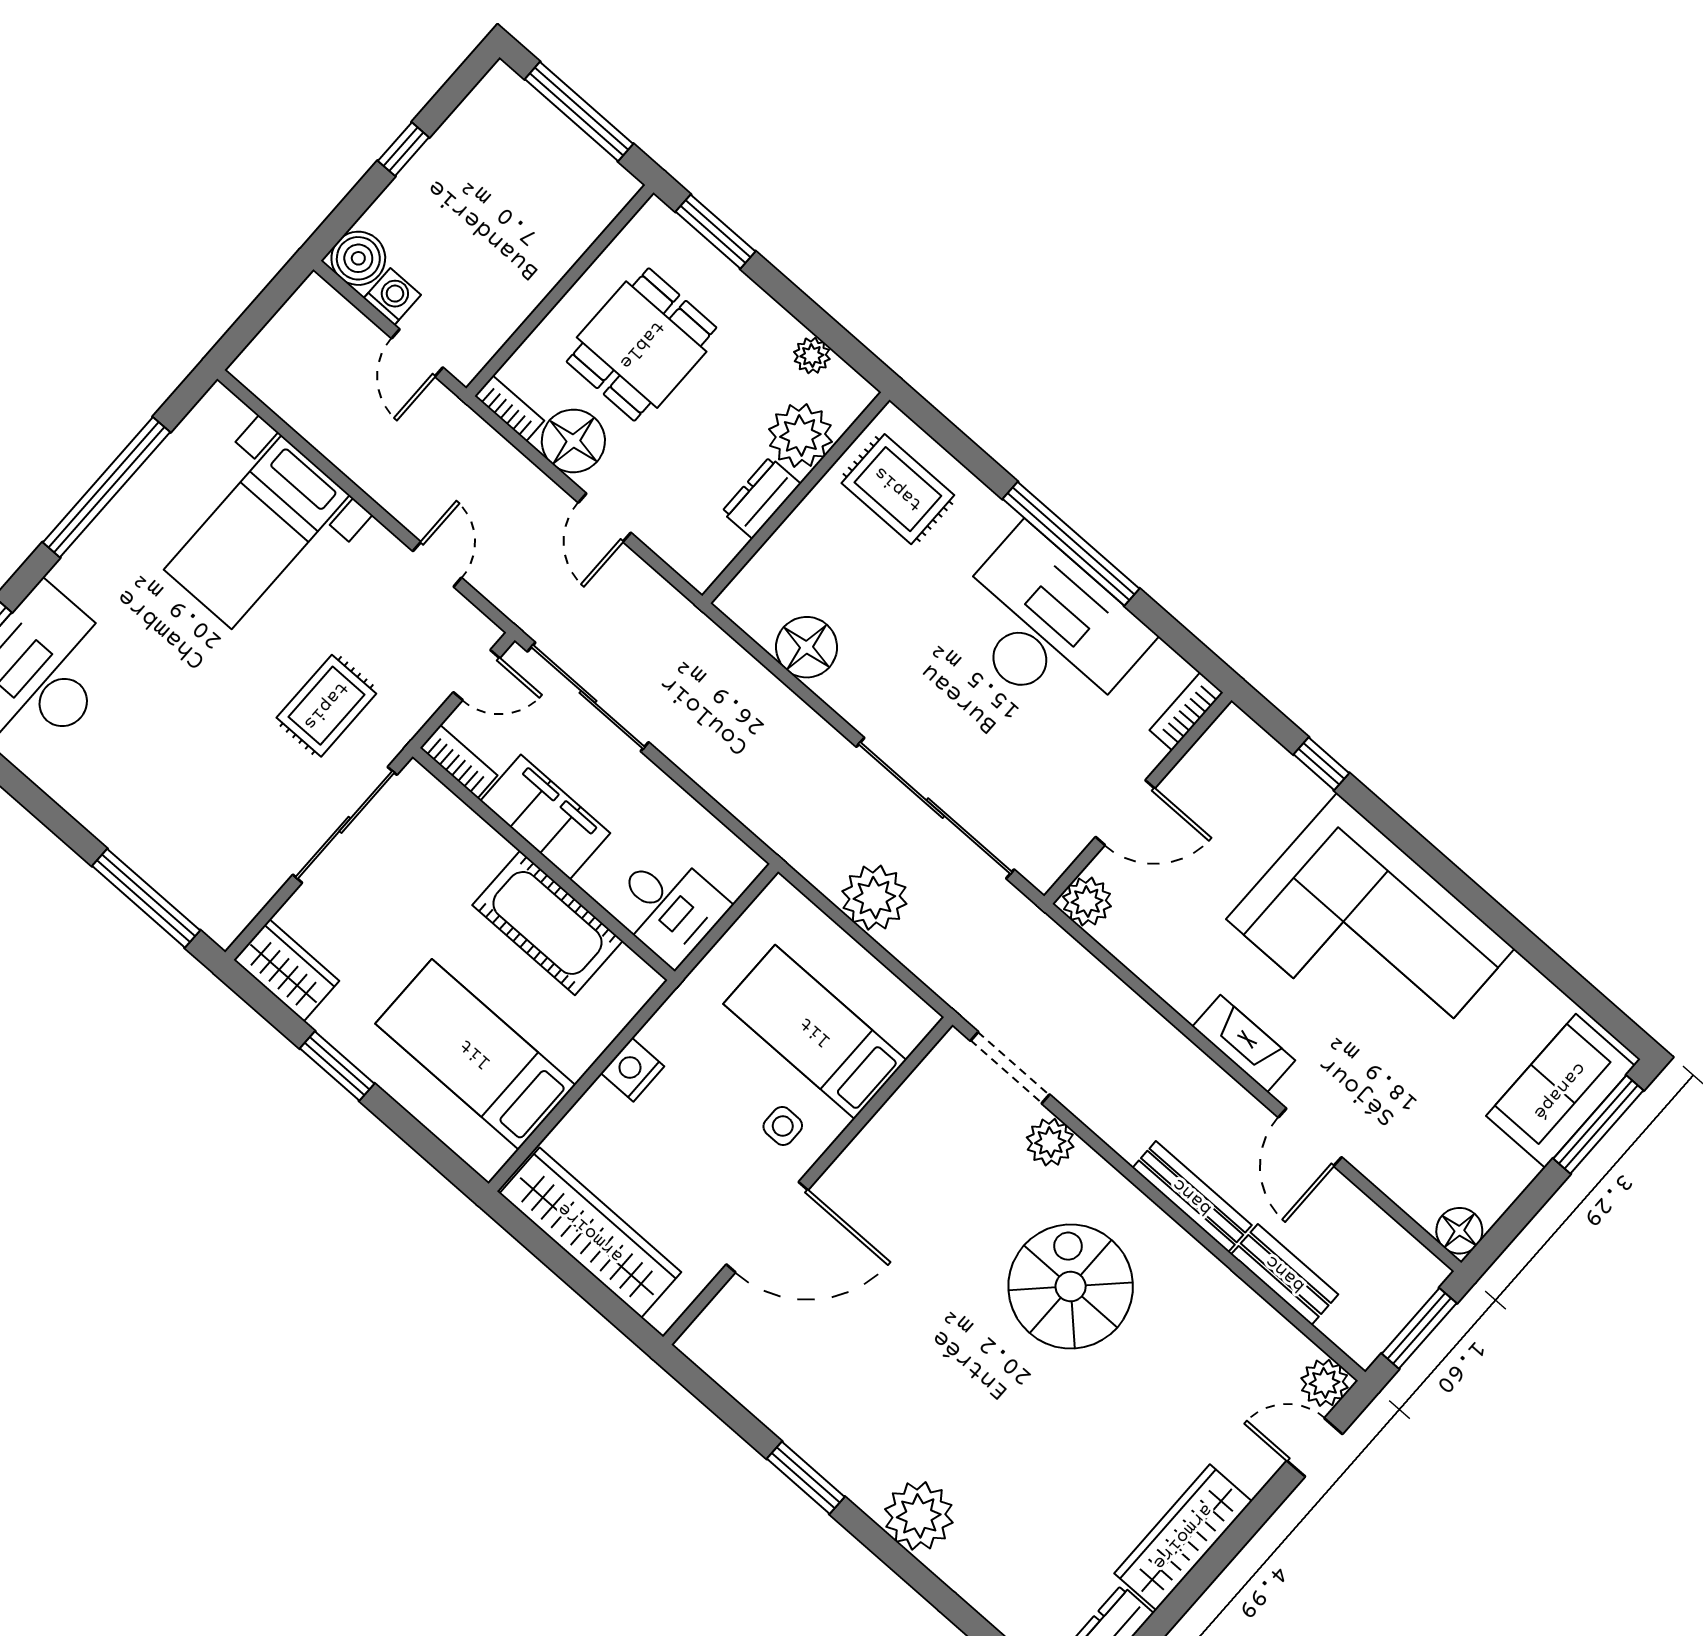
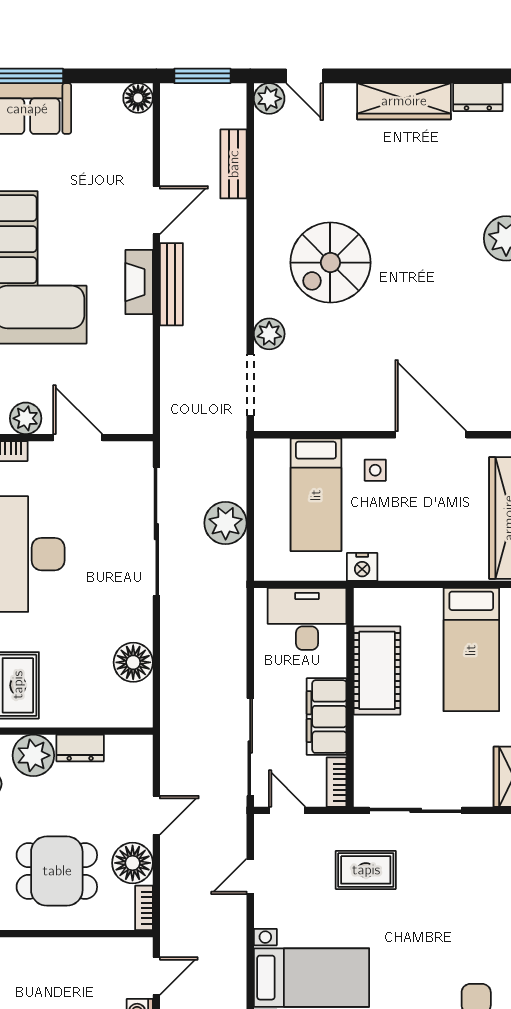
plant: (1087, 901) -> (26, 418), moved
desk: (668, 907) -> (307, 619), width x1.37
nightstand: (633, 1070) -> (362, 567), moved
bench: (1192, 1197) -> (171, 284), moved

